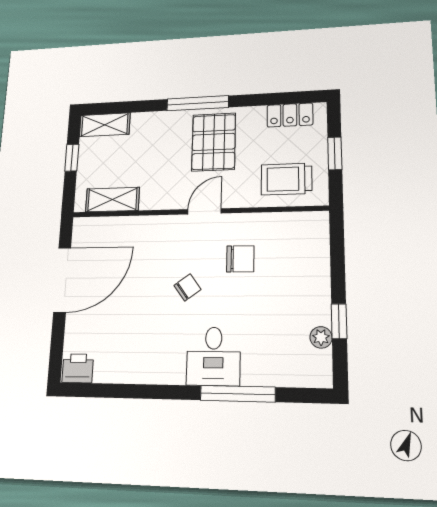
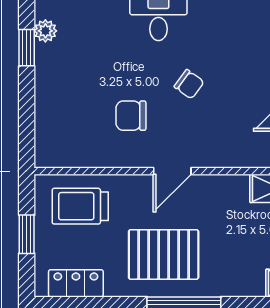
pallet: (214, 142) -> (164, 254), turned 90
trolley: (286, 179) -> (80, 206), turned 180
chair: (187, 287) -> (189, 84), turned -108

